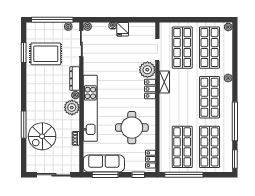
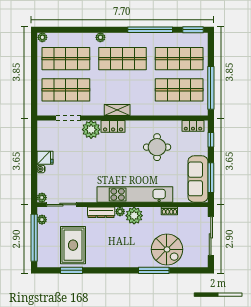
shelving: (164, 82) -> (117, 110), moved
round table: (132, 128) -> (157, 147), width x0.73, depth x0.73

